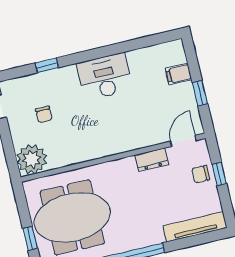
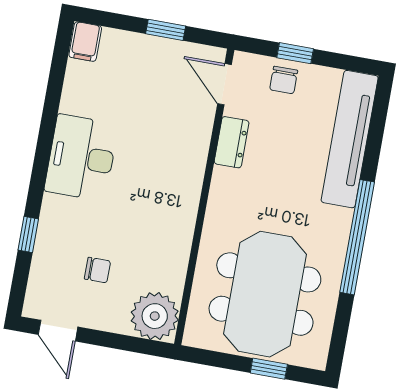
filing cabinet: (179, 74) -> (85, 42), moved
tv unit: (195, 227) -> (350, 139), width x1.36, depth x1.29

